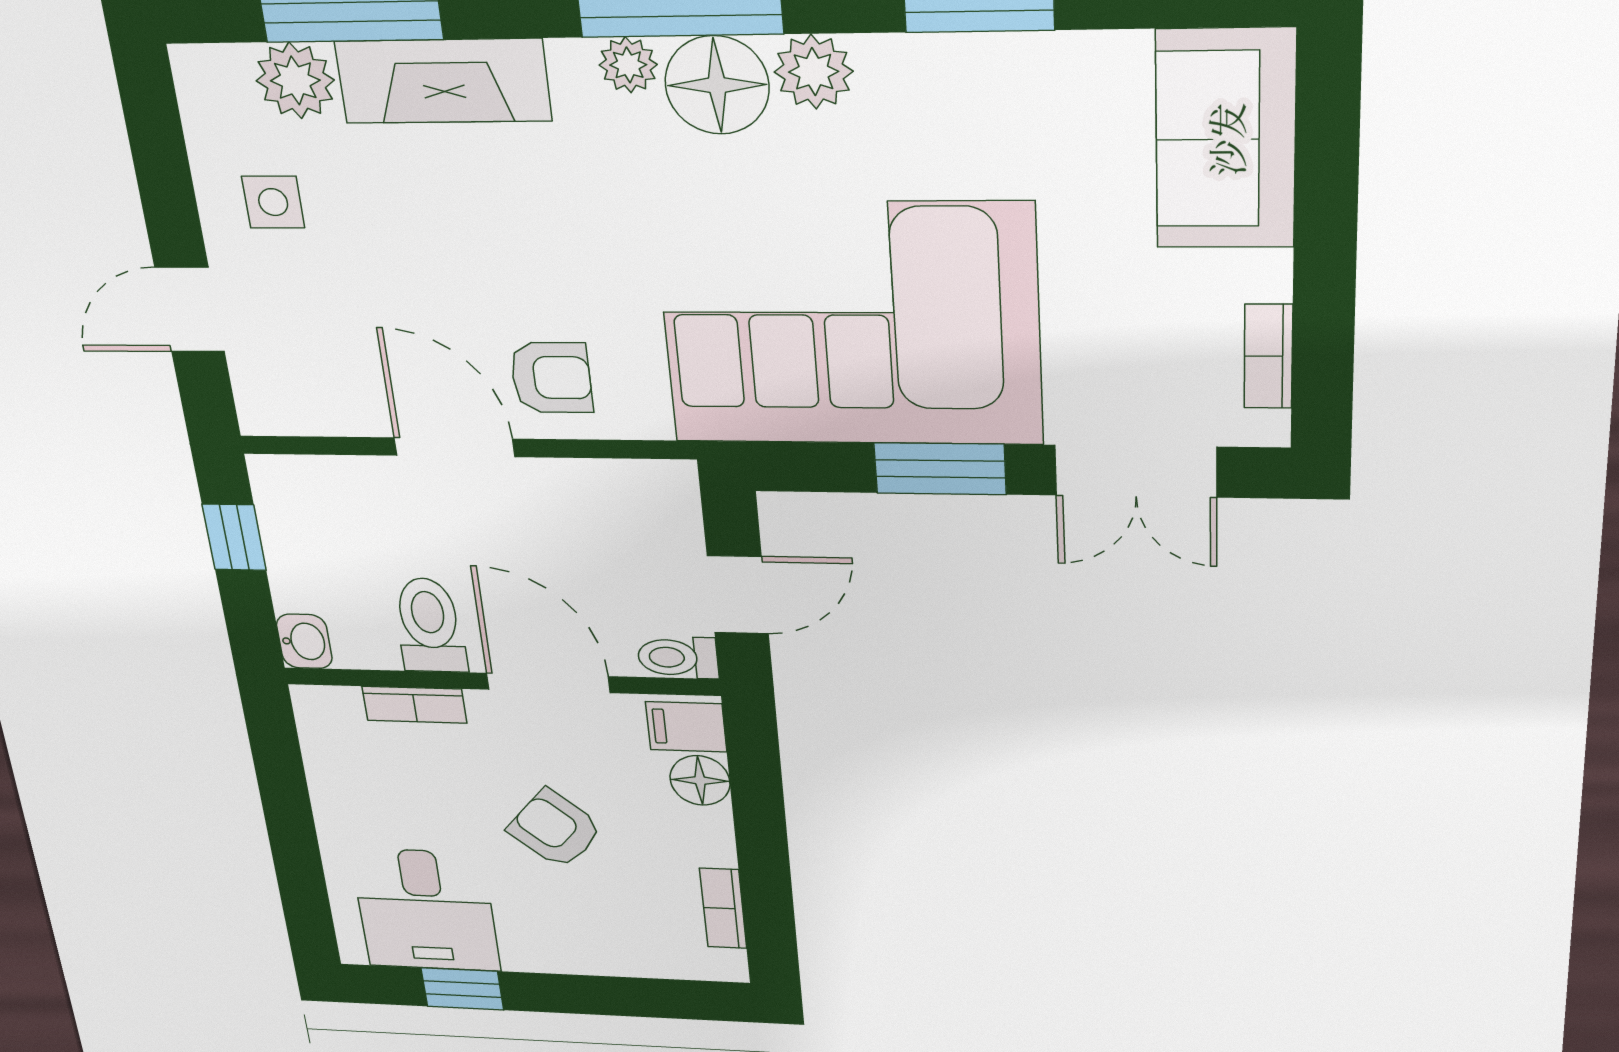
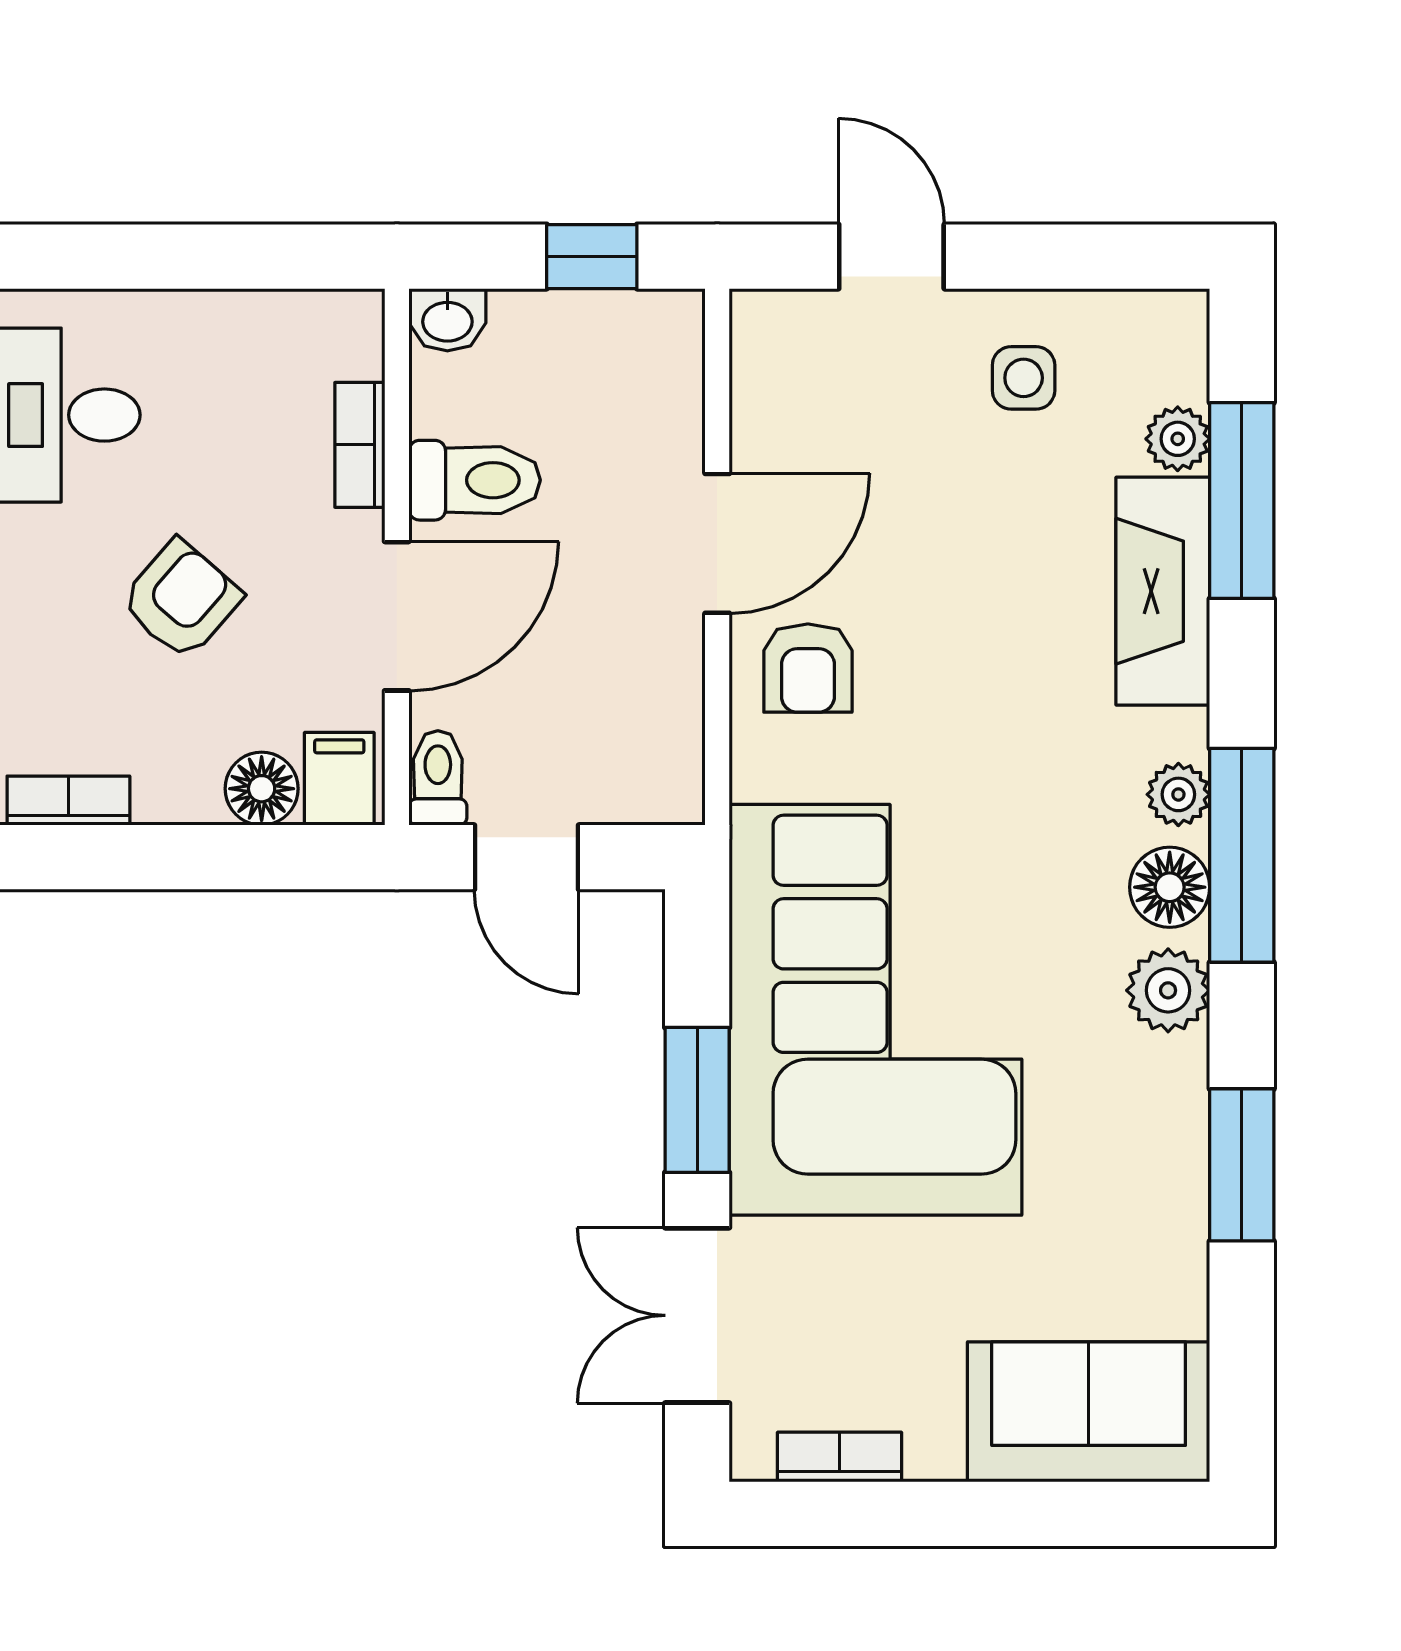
plant: (295, 80) -> (1178, 439), width x0.73, depth x0.73
floor lamp: (717, 85) -> (1170, 887), width x0.73, depth x0.73

